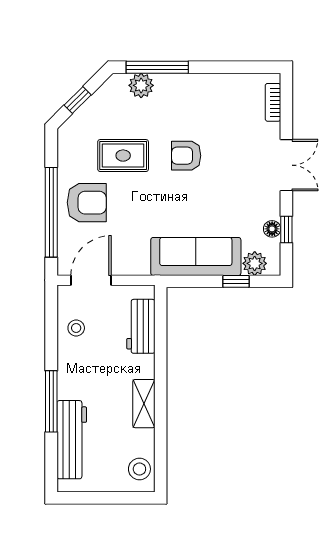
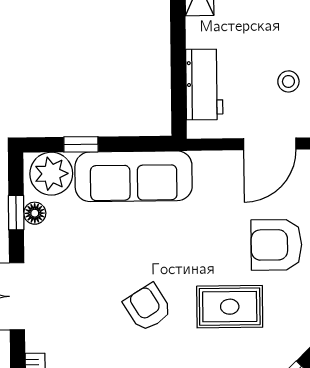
armchair: (186, 156) -> (148, 307), turned -122
plant: (255, 263) -> (51, 174), width x1.36, depth x1.36

